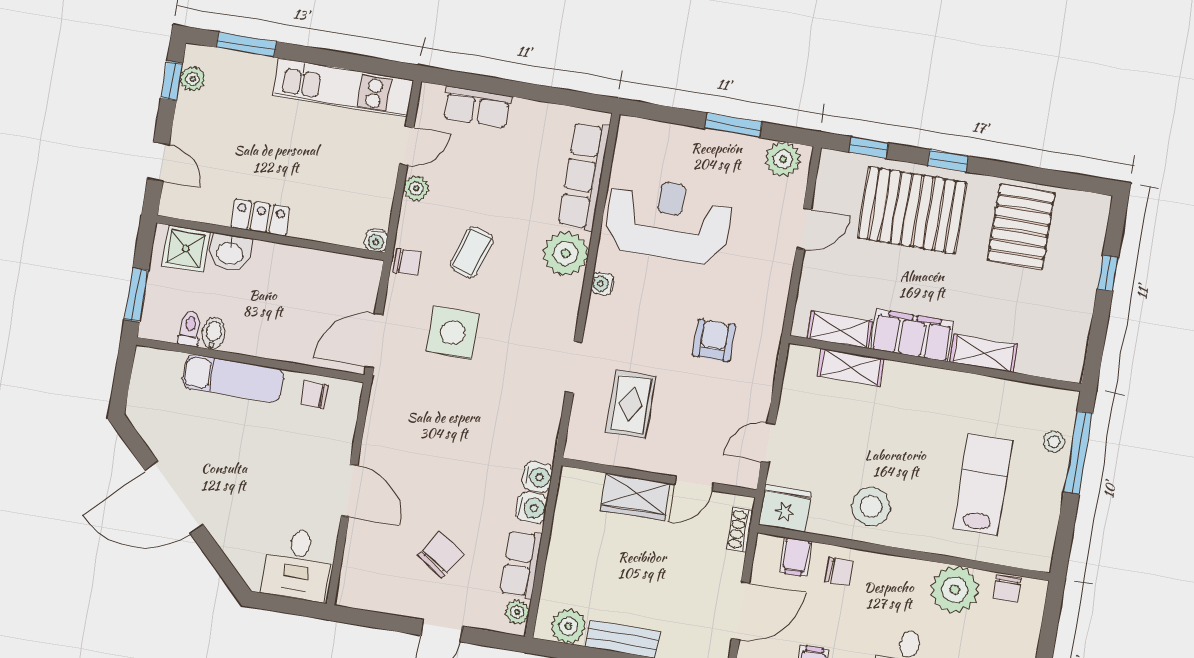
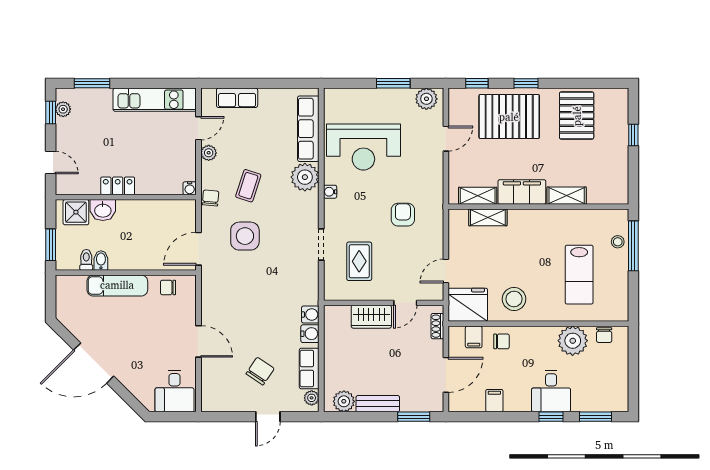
reception desk: (668, 220) -> (363, 147), turned 180
chair: (407, 262) -> (211, 198), turned -85
lab bench: (983, 484) -> (579, 275), turned 180
fridge: (785, 509) -> (468, 305), width x1.36, depth x1.34

